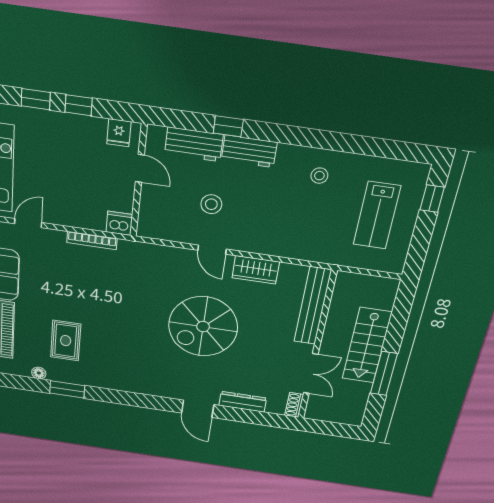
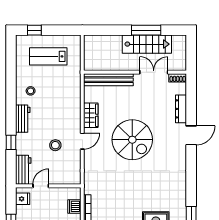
workbench: (194, 144) -> (23, 170), moved
workbench: (249, 151) -> (23, 119), moved
lab bench: (377, 215) -> (48, 56), turned 180
dishwasher: (119, 223) -> (74, 206), moved
stairs: (367, 346) -> (147, 44), moved

